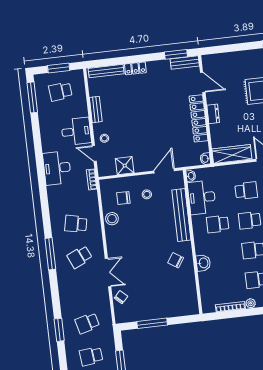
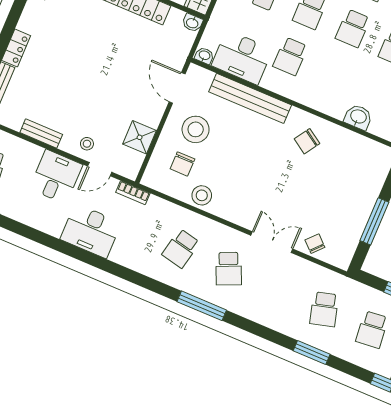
stool: (147, 194) -> (196, 129), width x1.89, depth x1.89
washbasin: (203, 263) -> (358, 117), moved

